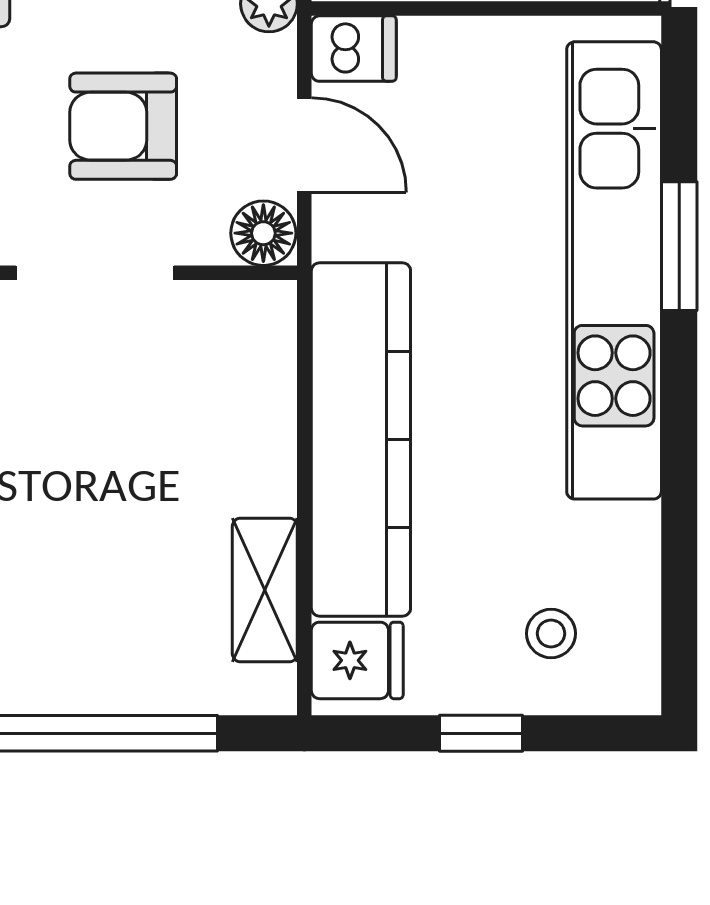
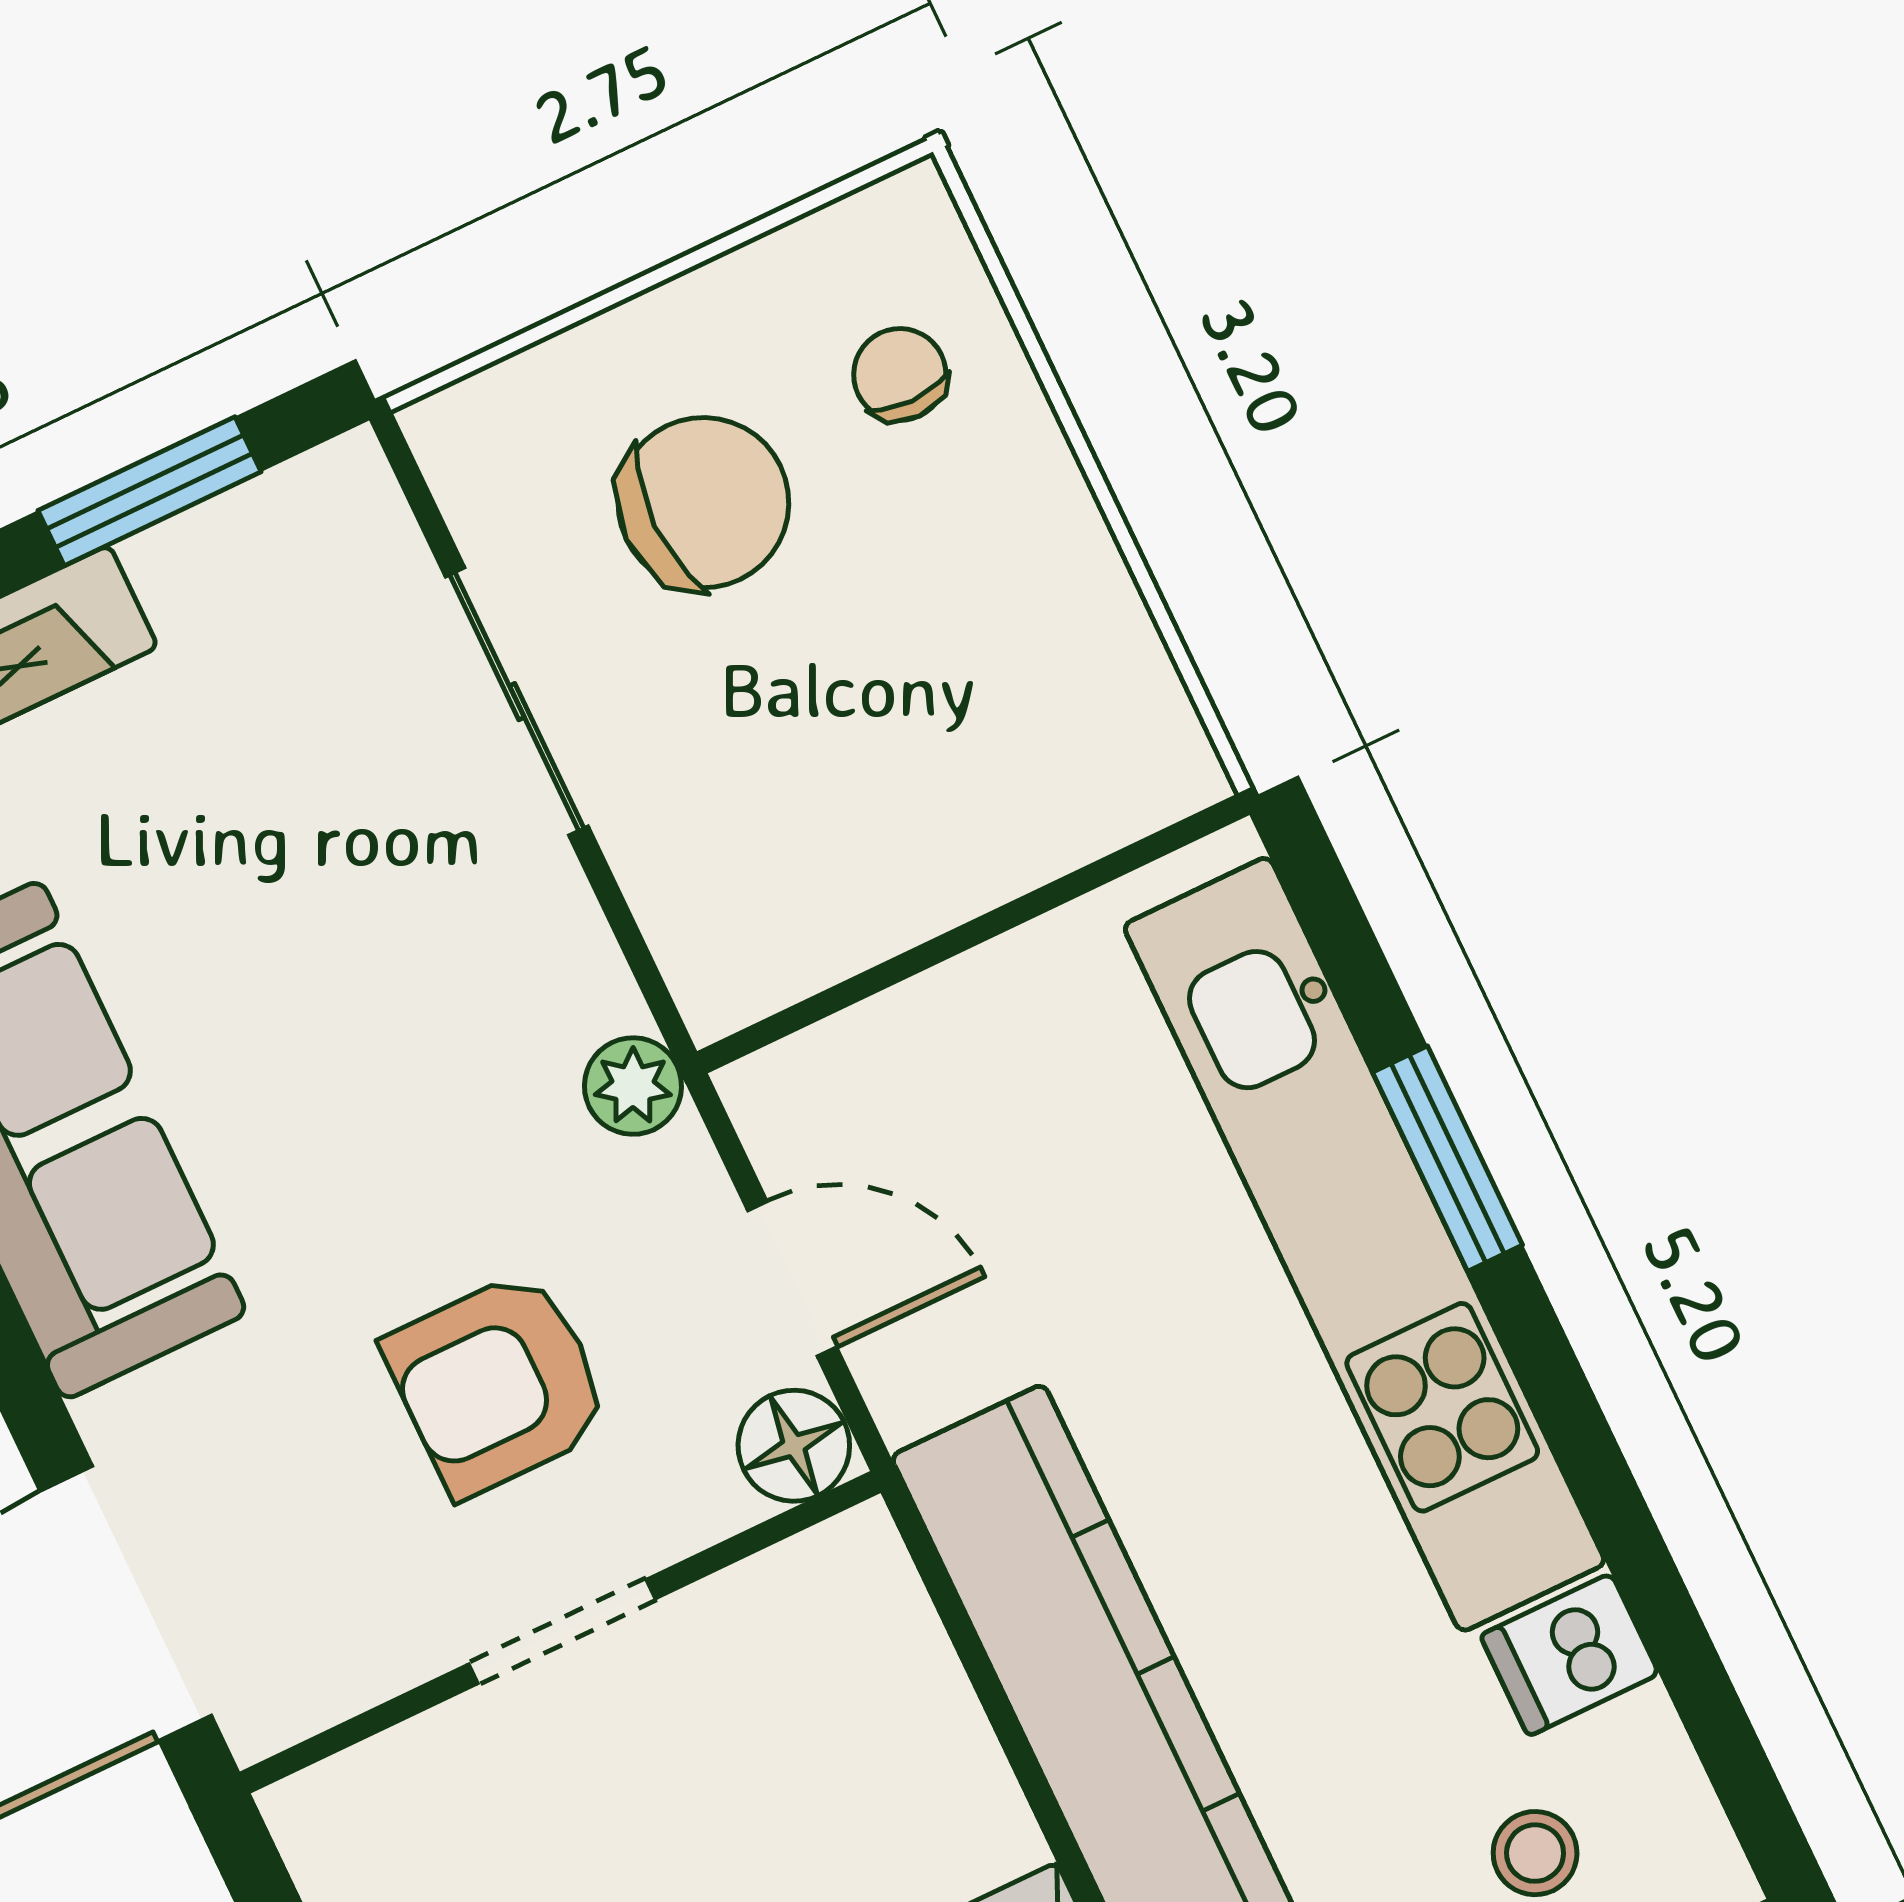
dishwasher: (354, 49) -> (1570, 1655), moved, turned 180
doorway: (95, 273) -> (562, 1631), width x0.73

